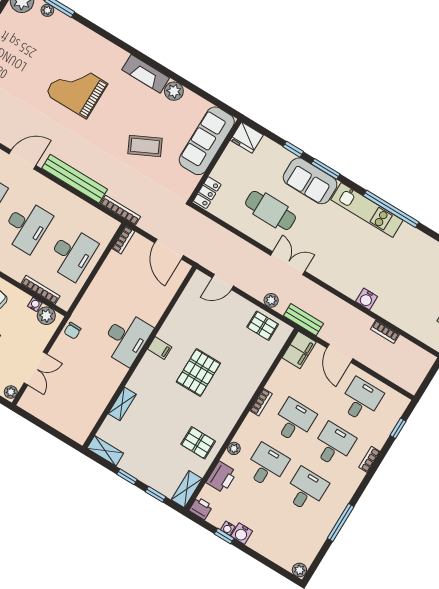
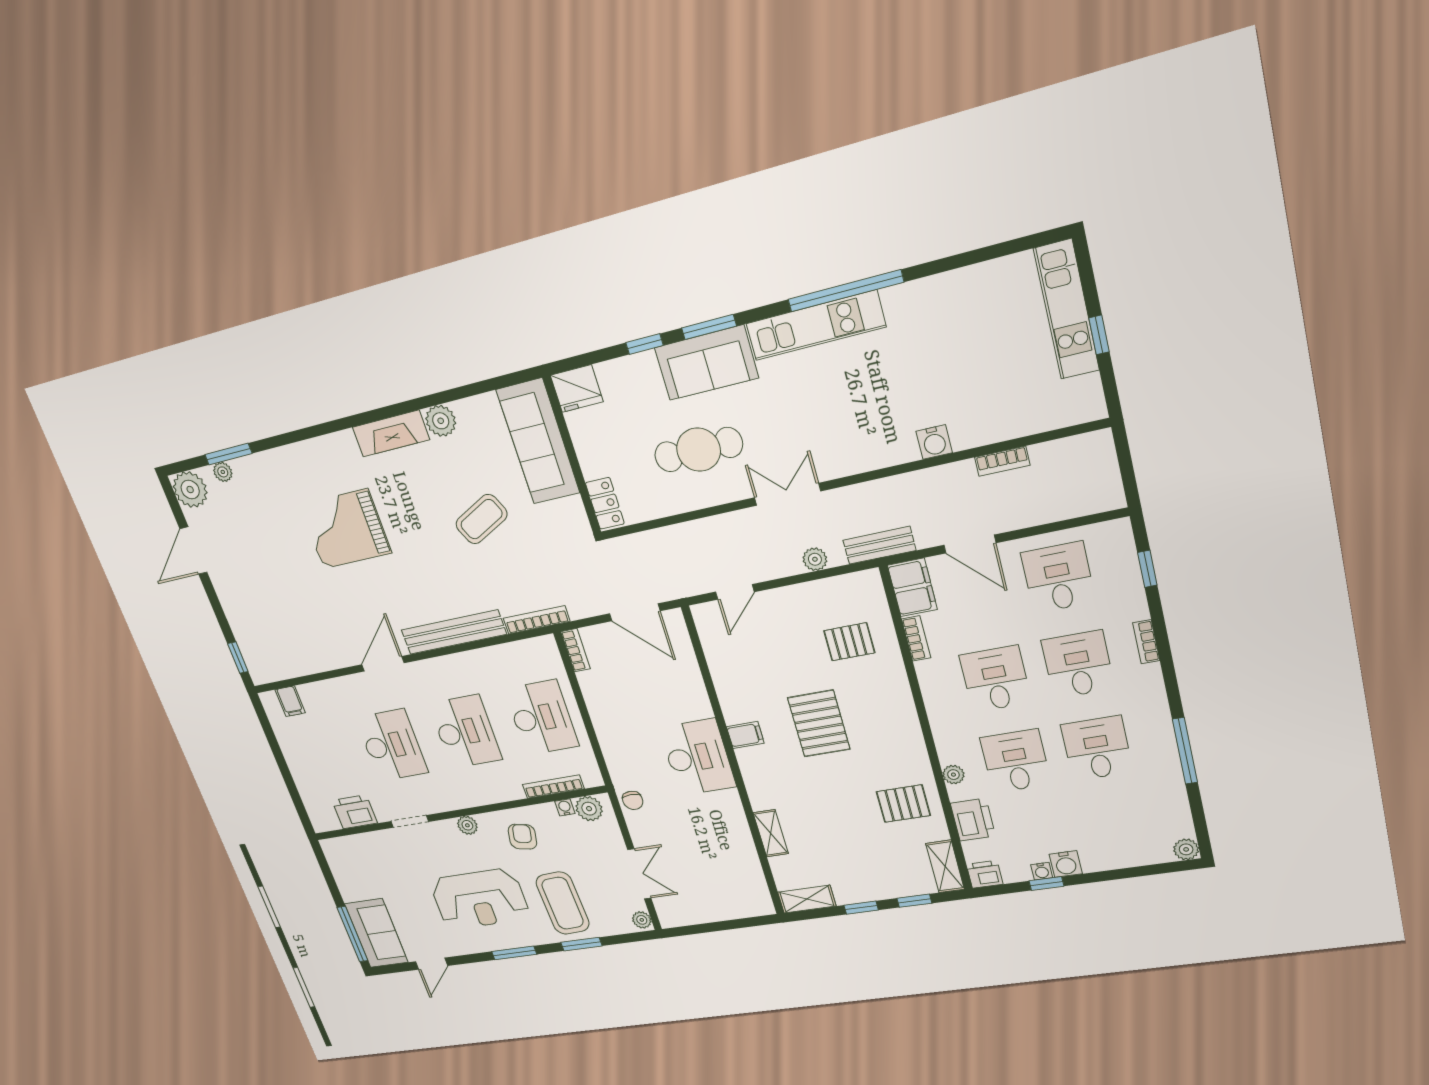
pallet: (263, 326) -> (849, 642), moved
bookcase: (261, 402) -> (916, 638), moved

